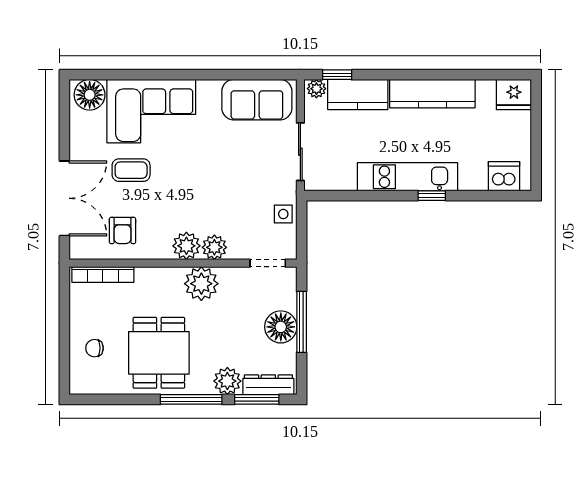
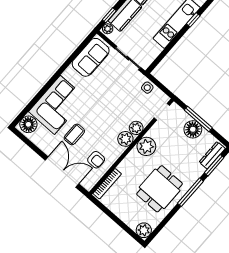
chair: (94, 348) -> (134, 214), removed
dining table: (159, 353) -> (160, 189), turned 90
plant: (227, 381) -> (144, 230), moved

